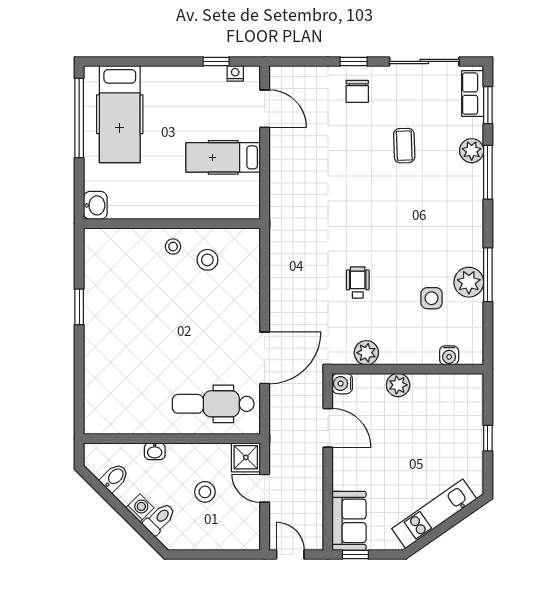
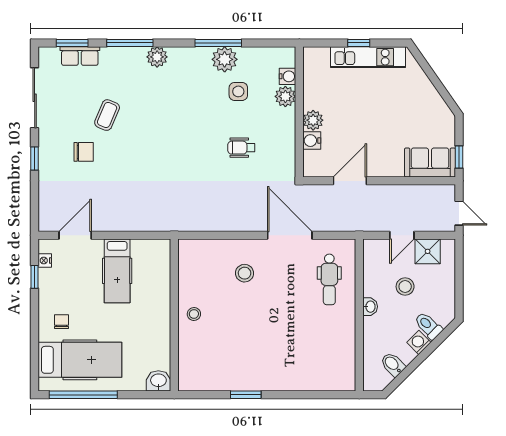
chair: (357, 91) -> (84, 152), moved
chair: (164, 93) -> (62, 322), added
row of seats: (473, 94) -> (80, 56), moved
coffee table: (404, 146) -> (107, 115), turned -65
plant: (472, 151) -> (157, 57), moved
stool: (207, 260) -> (245, 273), moved
wheelchair: (358, 282) -> (241, 148), moved
plant: (366, 353) -> (285, 96), moved
water cooler: (342, 384) -> (312, 141), moved, turned 90
dental chair: (213, 404) -> (329, 279), width x0.73, depth x0.72
washbasin: (155, 451) -> (370, 307), moved
shower: (246, 457) -> (428, 251), moved
kitchen unit: (434, 514) -> (368, 57), moved, turned -55
door: (290, 554) -> (459, 213), swing flipped

